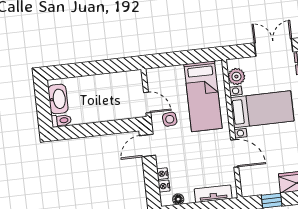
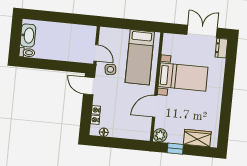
plant: (236, 77) -> (160, 135), moved
door: (147, 145) -> (89, 86), hinge flipped
door: (235, 153) -> (155, 106), swing flipped
tv unit: (213, 194) -> (131, 134), removed

